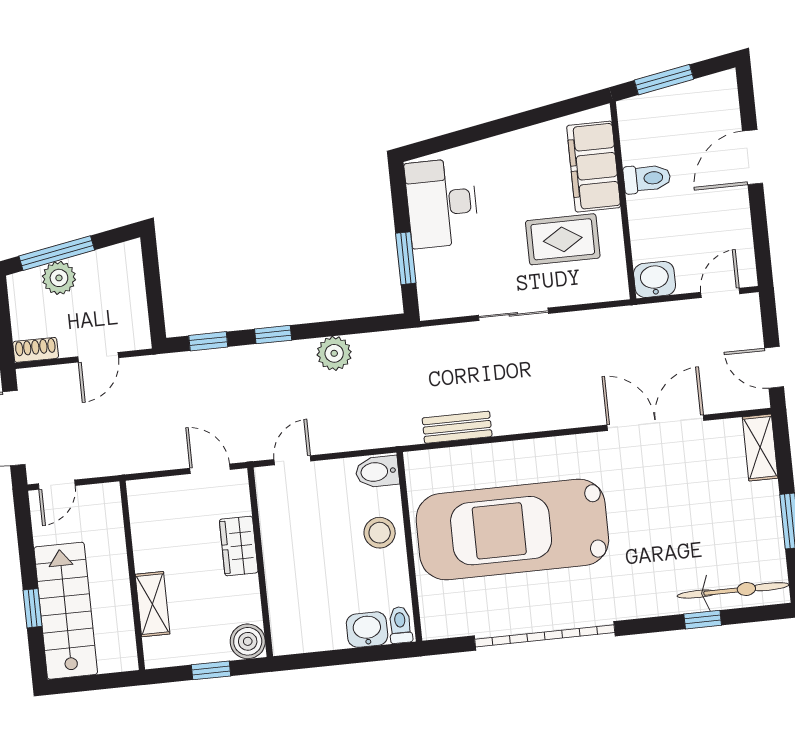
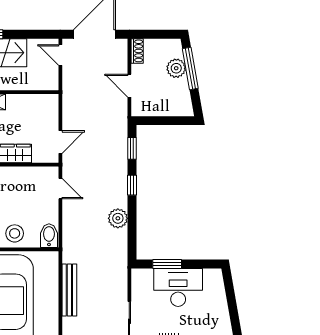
desk: (442, 203) -> (178, 287), moved
bench: (457, 427) -> (69, 290), width x1.36

